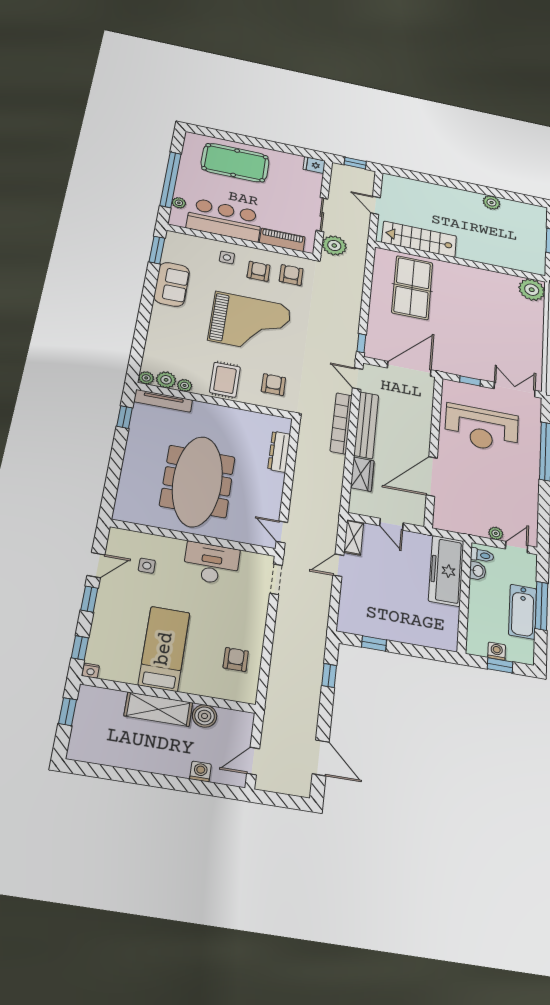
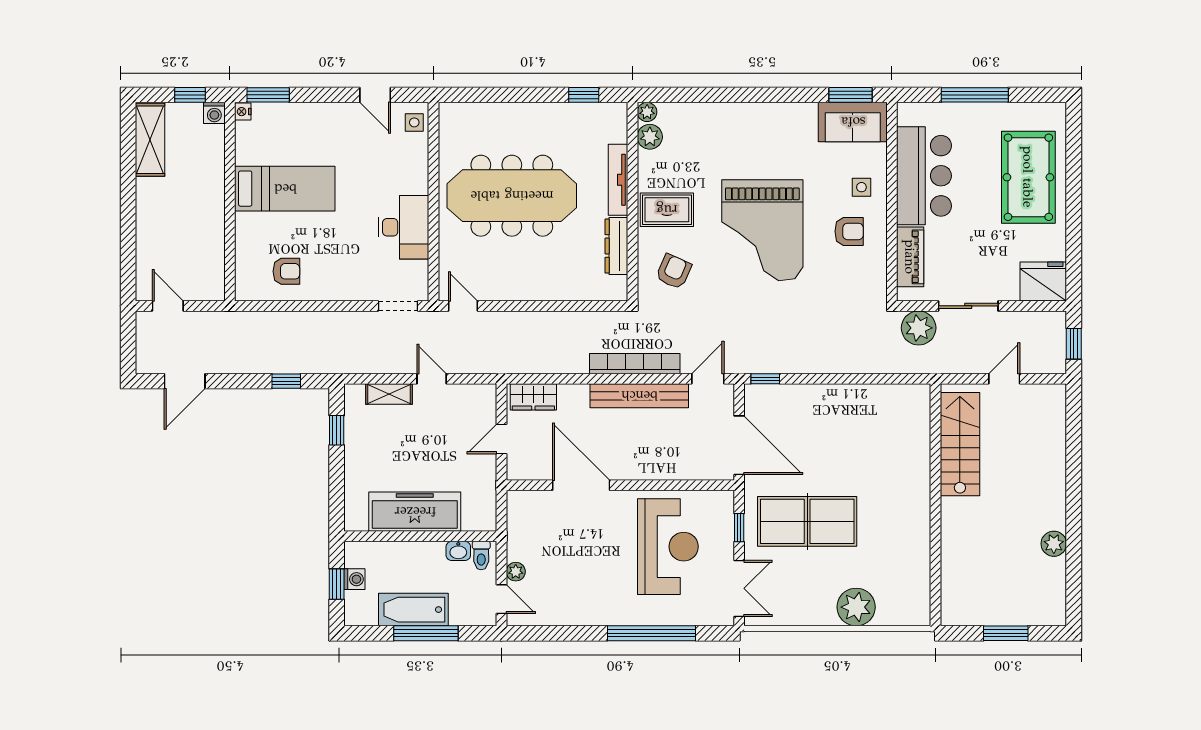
fridge: (314, 165) -> (1043, 281), width x1.88, depth x1.34
window: (171, 180) -> (975, 95), width x0.68
plant: (179, 203) -> (937, 112), removed
armchair: (291, 275) -> (854, 275), removed
sofa: (172, 284) -> (853, 122), moved
table tennis table: (412, 288) -> (807, 521), moved
plant: (532, 290) -> (856, 607), moved
plant: (185, 385) -> (647, 161), removed
armchair: (273, 385) -> (674, 272), turned -66
tv unit: (163, 401) -> (618, 180), moved
reception desk: (482, 428) -> (668, 547), turned 180
dresser: (279, 452) -> (616, 246), moved, turned -90
wardrobe: (362, 474) -> (533, 397), moved
door: (282, 532) -> (463, 306), hinge flipped
shelving: (354, 537) -> (389, 394), moved
side table: (147, 566) -> (414, 122), moved
freezer: (446, 571) -> (415, 512), moved
window: (89, 599) -> (330, 95), removed
window: (80, 648) -> (268, 95), width x1.50
shelving: (158, 709) -> (150, 140), moved
boiler: (205, 716) -> (211, 245), removed
washing machine: (200, 771) -> (214, 113), moved, turned 90

